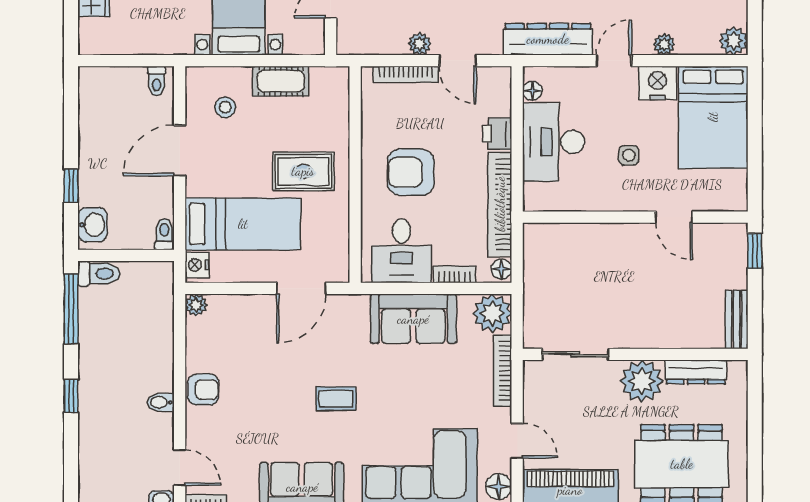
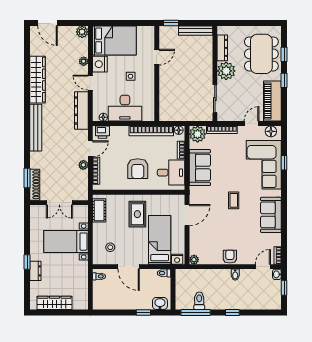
cot: (281, 81) -> (99, 210), moved
printer: (497, 134) -> (103, 132), moved
toilet: (99, 274) -> (199, 301), moved
door: (301, 288) -> (187, 215), hinge flipped
bench: (737, 319) -> (196, 31), width x1.36

